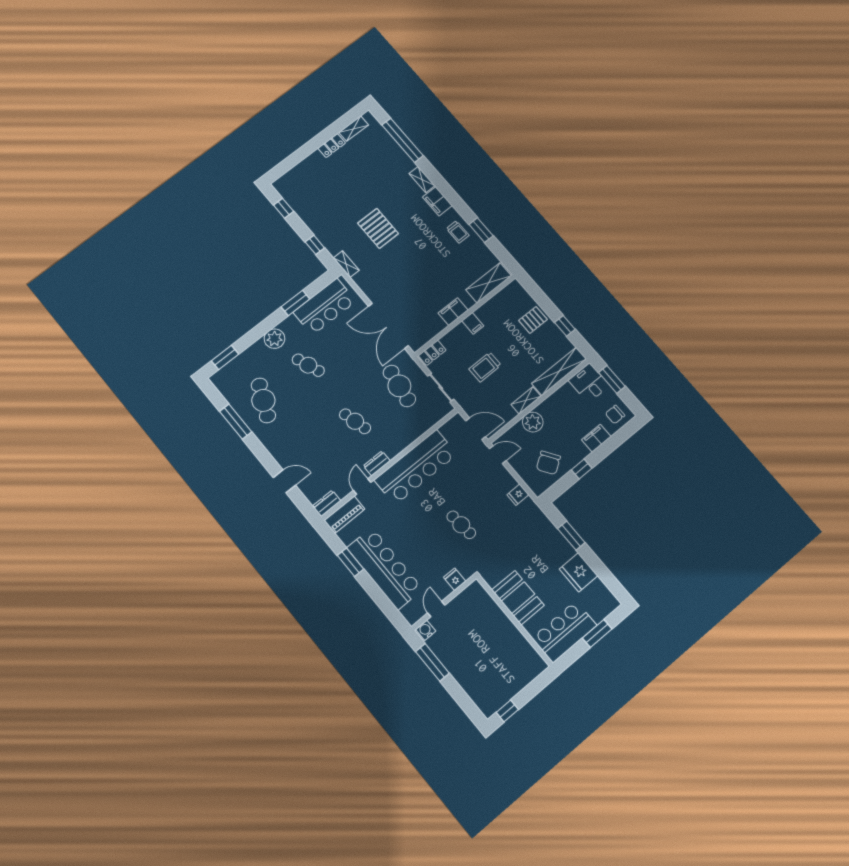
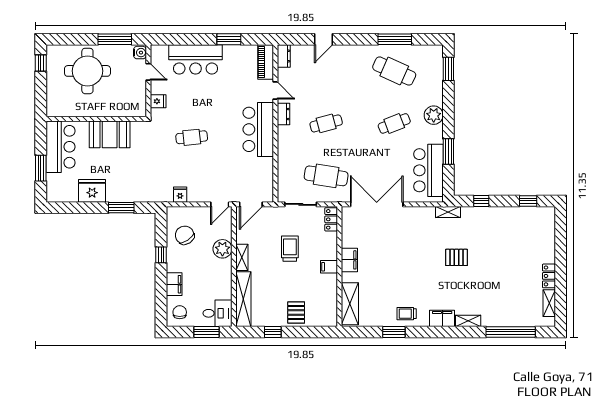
pallet: (378, 228) -> (456, 257), width x0.67, depth x0.71
bar counter: (416, 467) -> (258, 129), width x0.73
bar counter: (385, 568) -> (196, 59), width x0.73
round table: (480, 663) -> (87, 71), added

